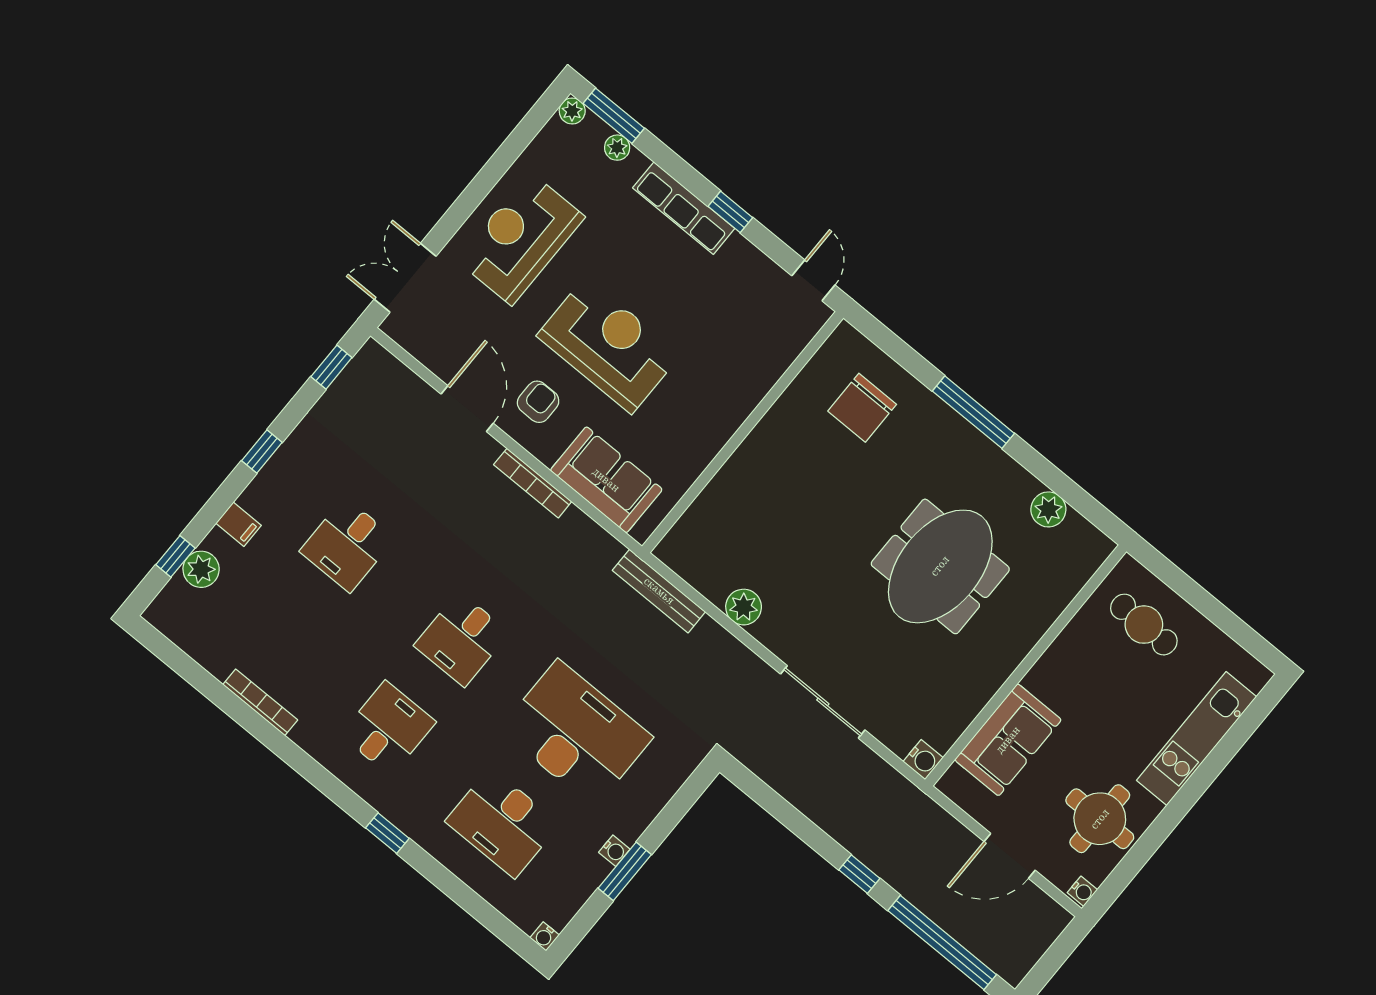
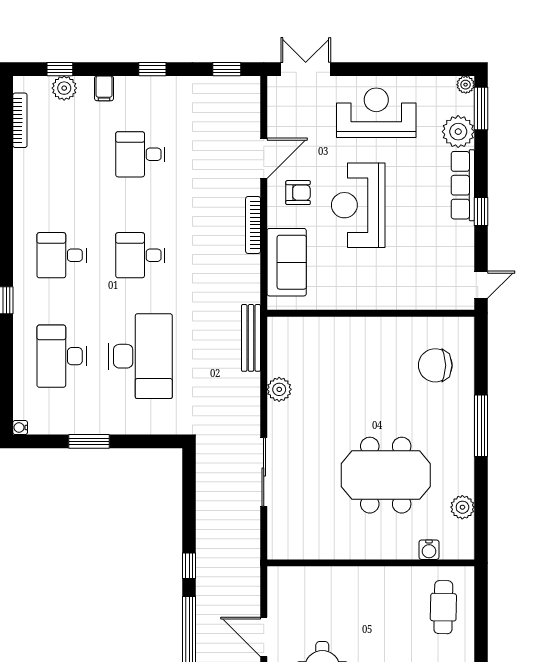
plant: (617, 148) -> (458, 132), width x1.87, depth x1.87
reception desk: (609, 345) -> (358, 205), turned 180
bookcase: (260, 702) -> (20, 120), moved
desk: (388, 728) -> (62, 255), turned 180
sofa: (1008, 740) -> (324, 586), removed
water cooler: (923, 760) -> (429, 550), moved
water cooler: (614, 851) -> (95, 427), removed

